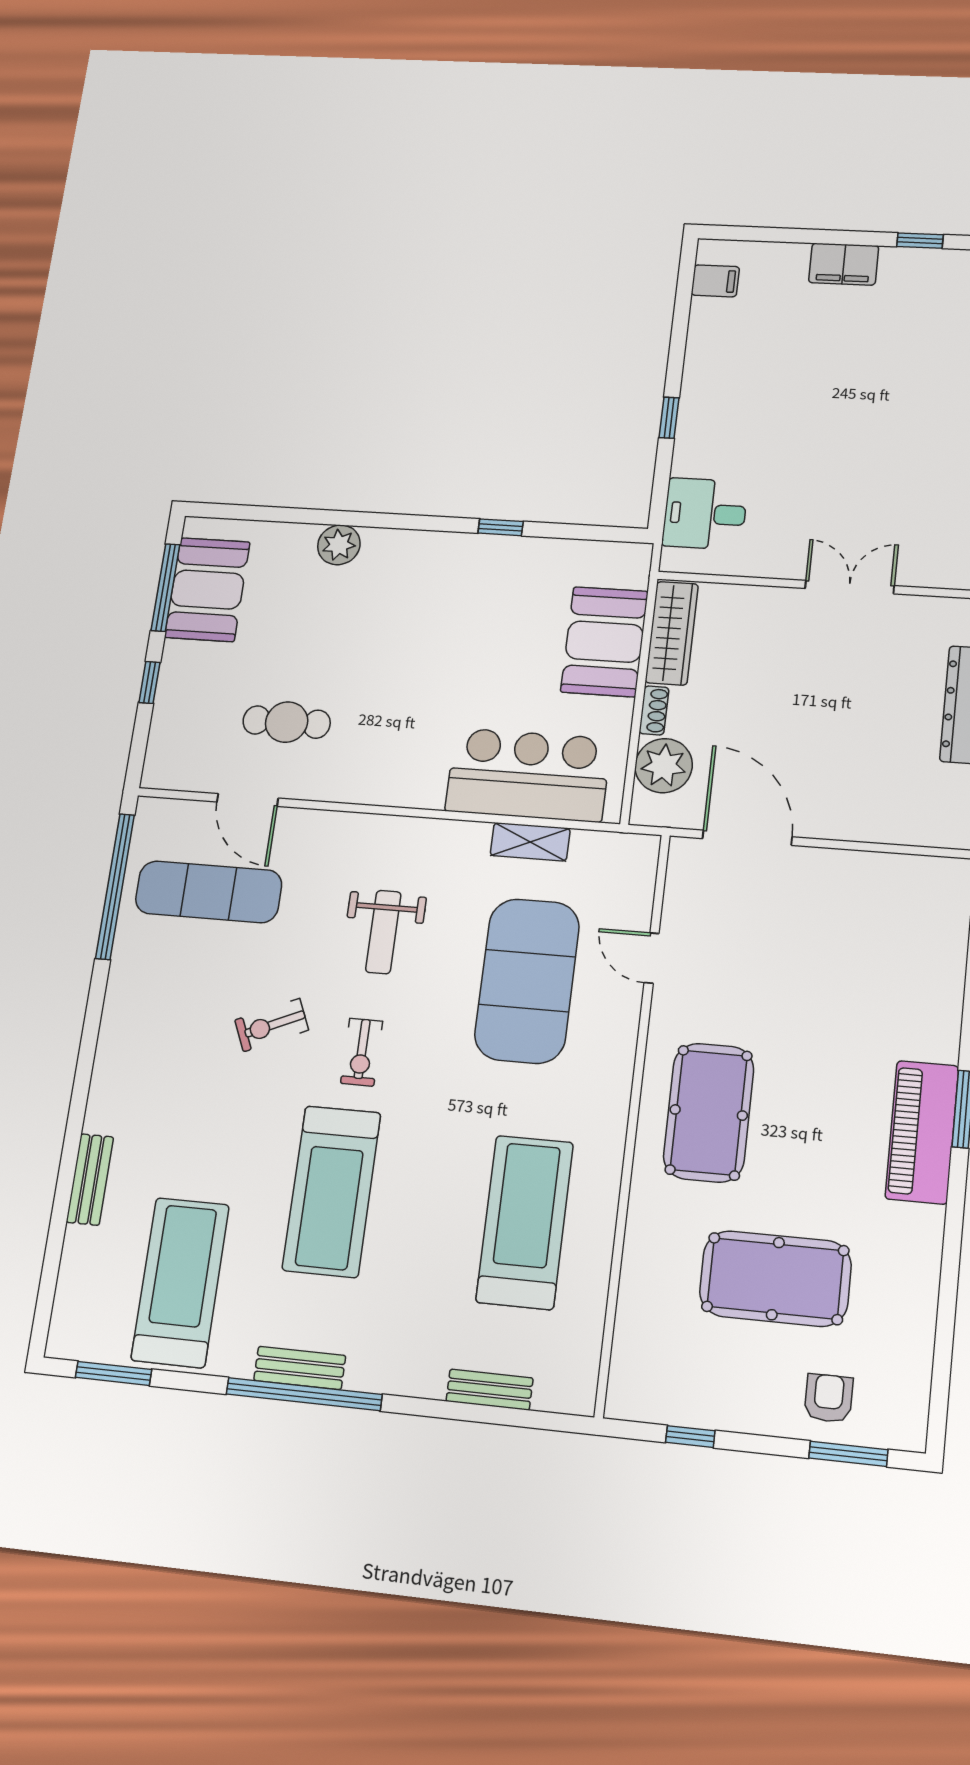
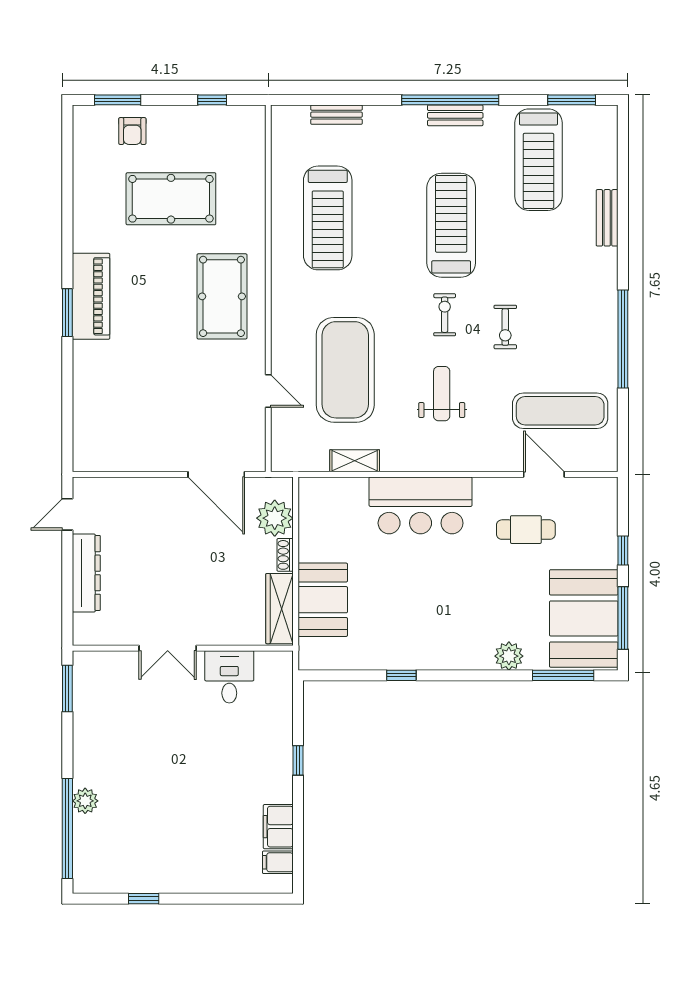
filing cabinet: (844, 264) -> (278, 827), moved, turned -90
window: (265, 514) -> (563, 675), added
desk: (705, 514) -> (229, 677), moved, turned -90
booth: (207, 590) -> (584, 618), width x1.36, depth x1.42
bar counter: (528, 775) -> (421, 505), moved
window: (115, 886) -> (623, 339), moved
exercise bike: (272, 1025) -> (505, 327), turned 114

